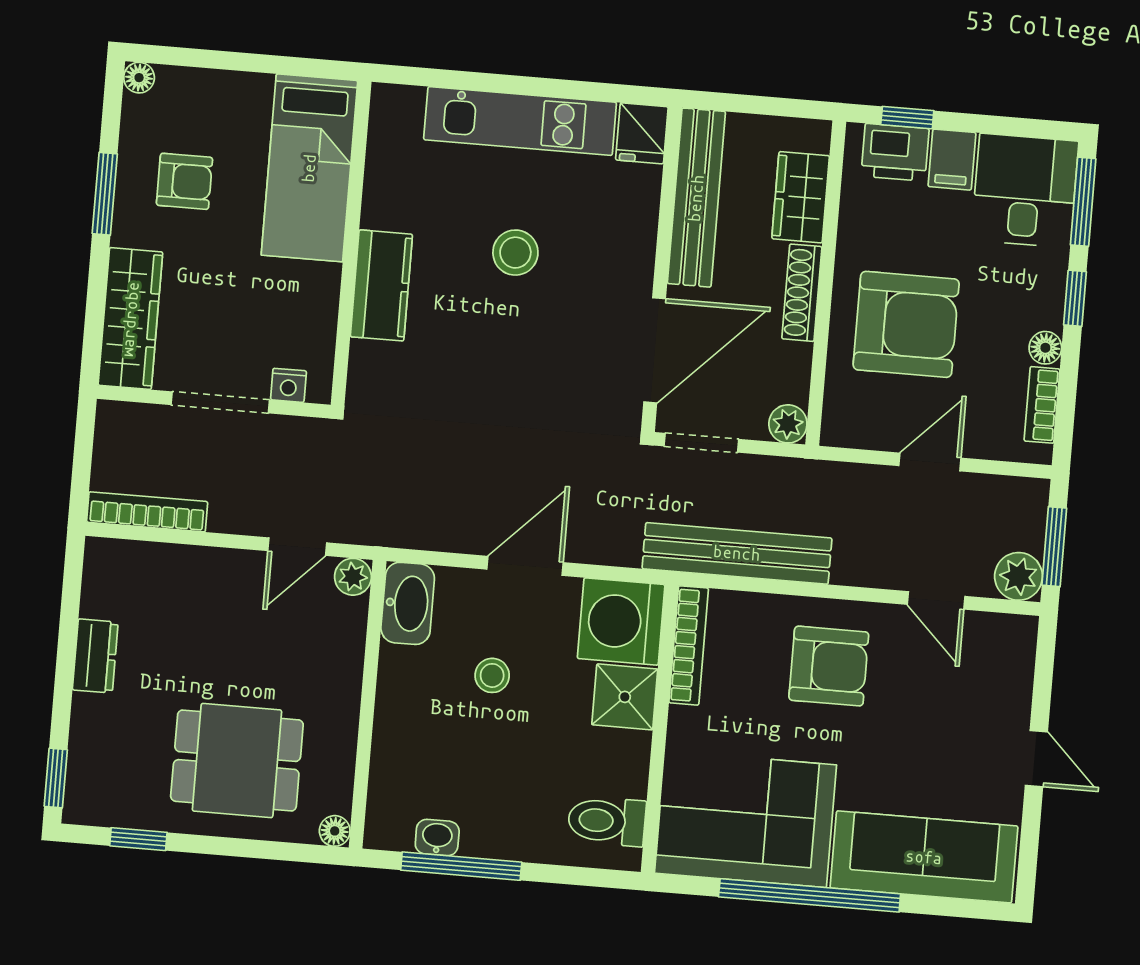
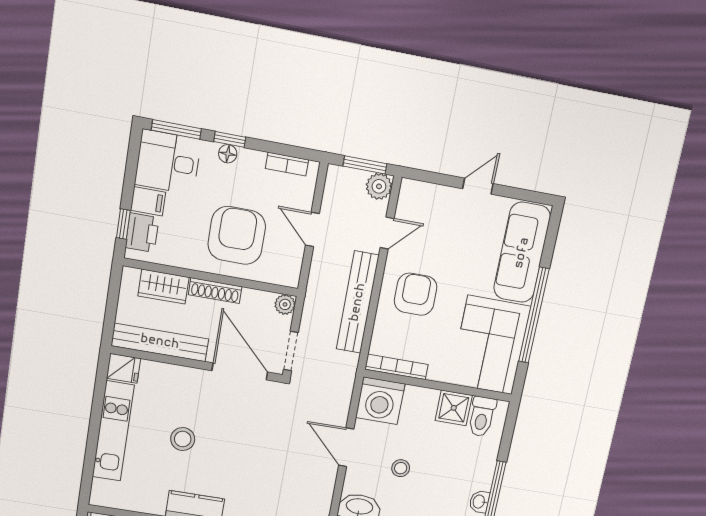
floor lamp: (1045, 348) -> (228, 154), moved
bench: (737, 553) -> (358, 302), moved
shower: (625, 697) -> (454, 408), moved

